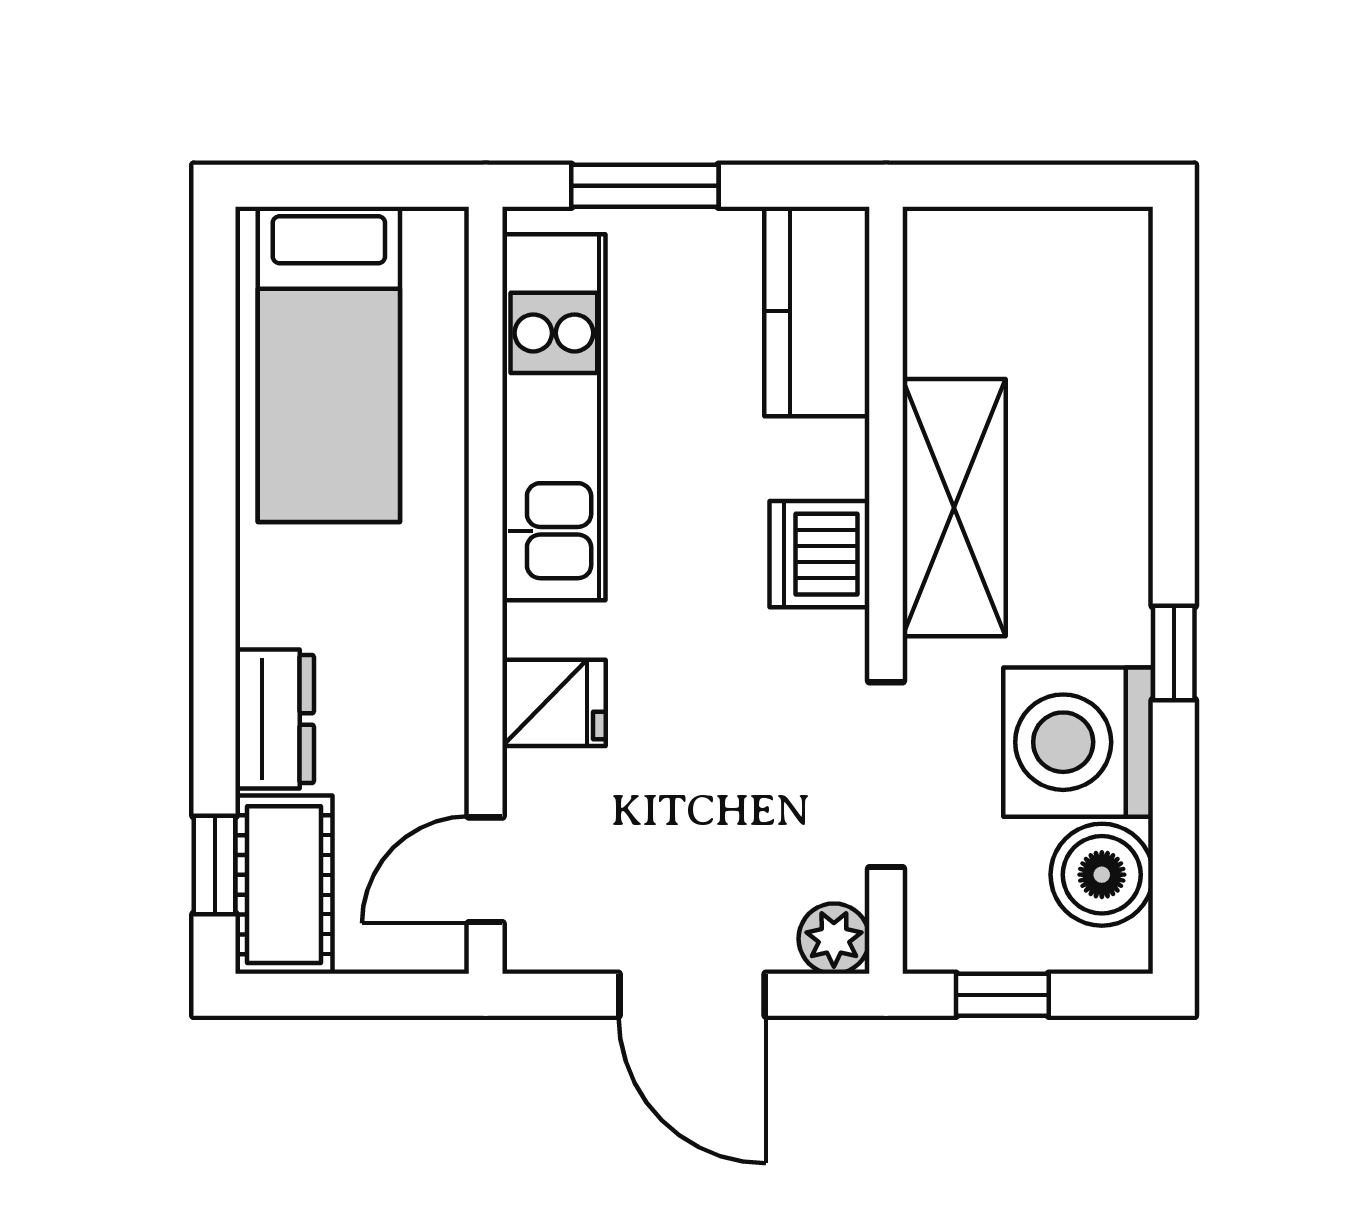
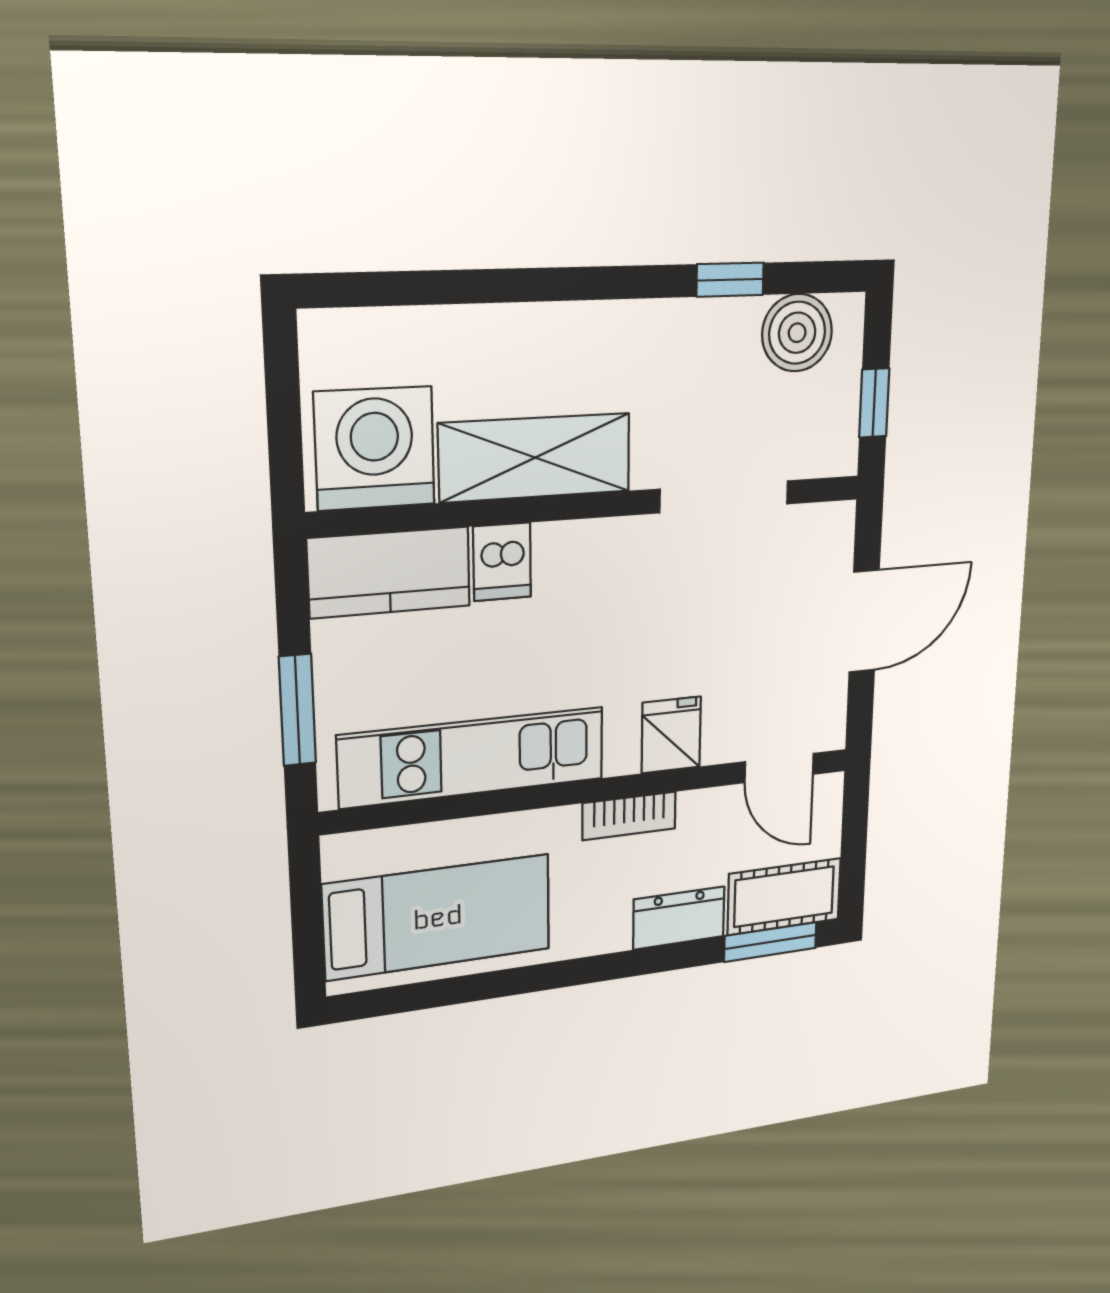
dishwasher: (819, 554) -> (502, 562), moved, width x0.73
bookcase: (441, 641) -> (629, 816), added
window: (1174, 653) -> (730, 280), moved
washing machine: (1078, 742) -> (375, 449), moved, turned 180
window: (215, 865) -> (771, 942), width x1.50
plant: (834, 939) -> (832, 526), removed

